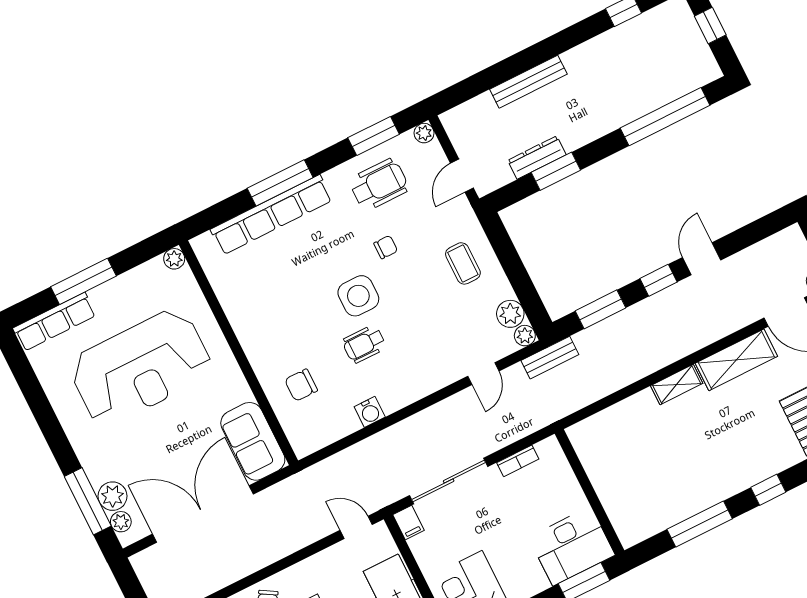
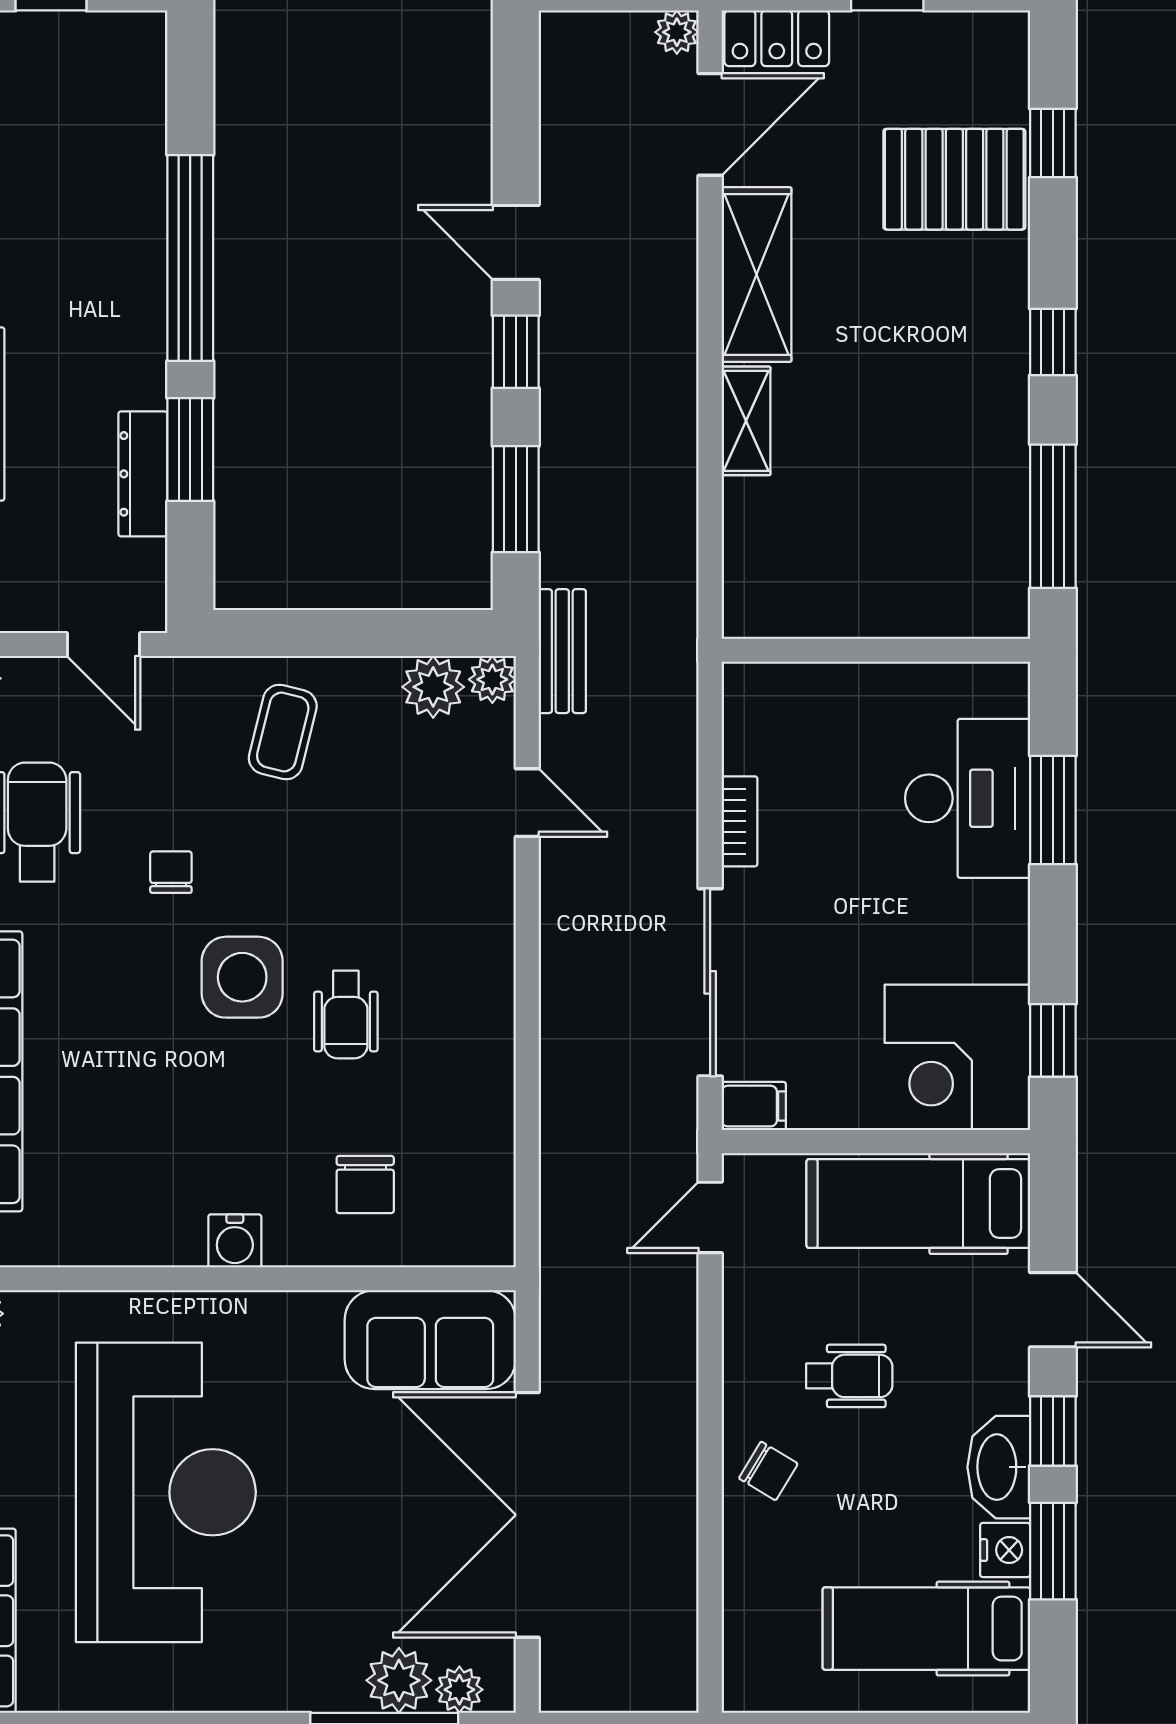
window: (665, 117) -> (190, 258), moved
coffee table: (463, 263) -> (283, 732), turned -76
water cooler: (370, 412) -> (235, 1241), moved, turned 90
wall: (589, 492) -> (876, 650), moved

